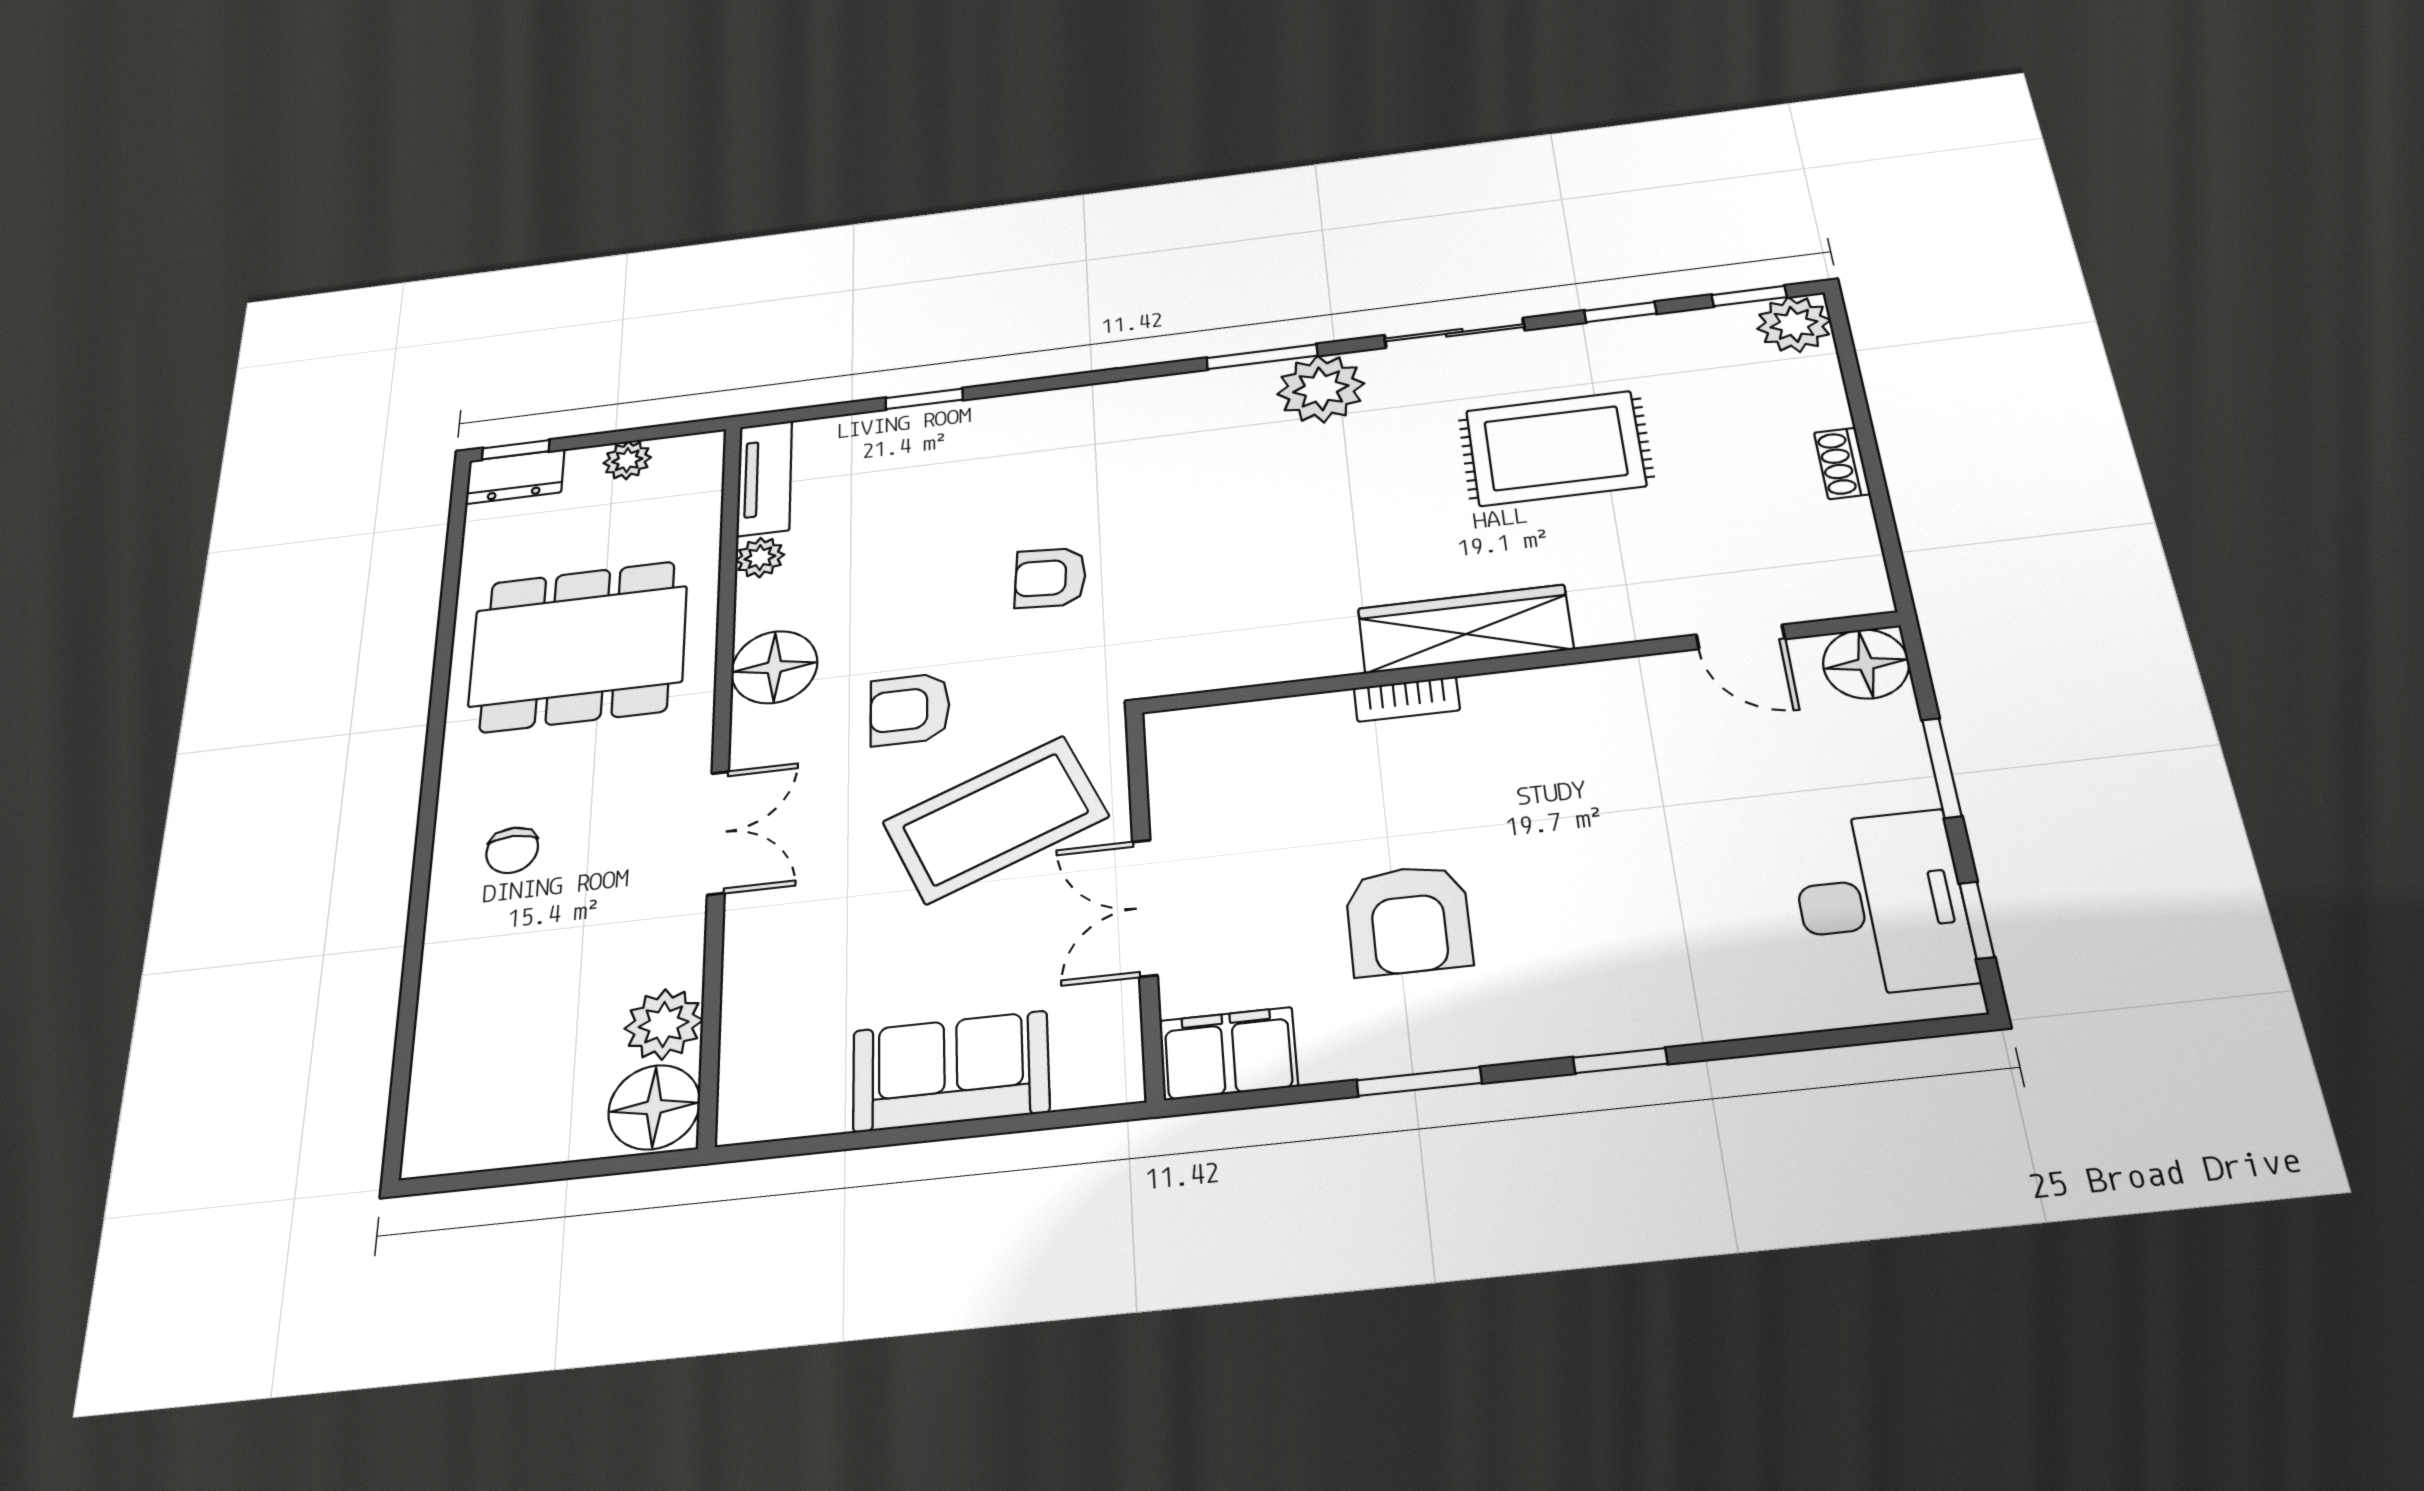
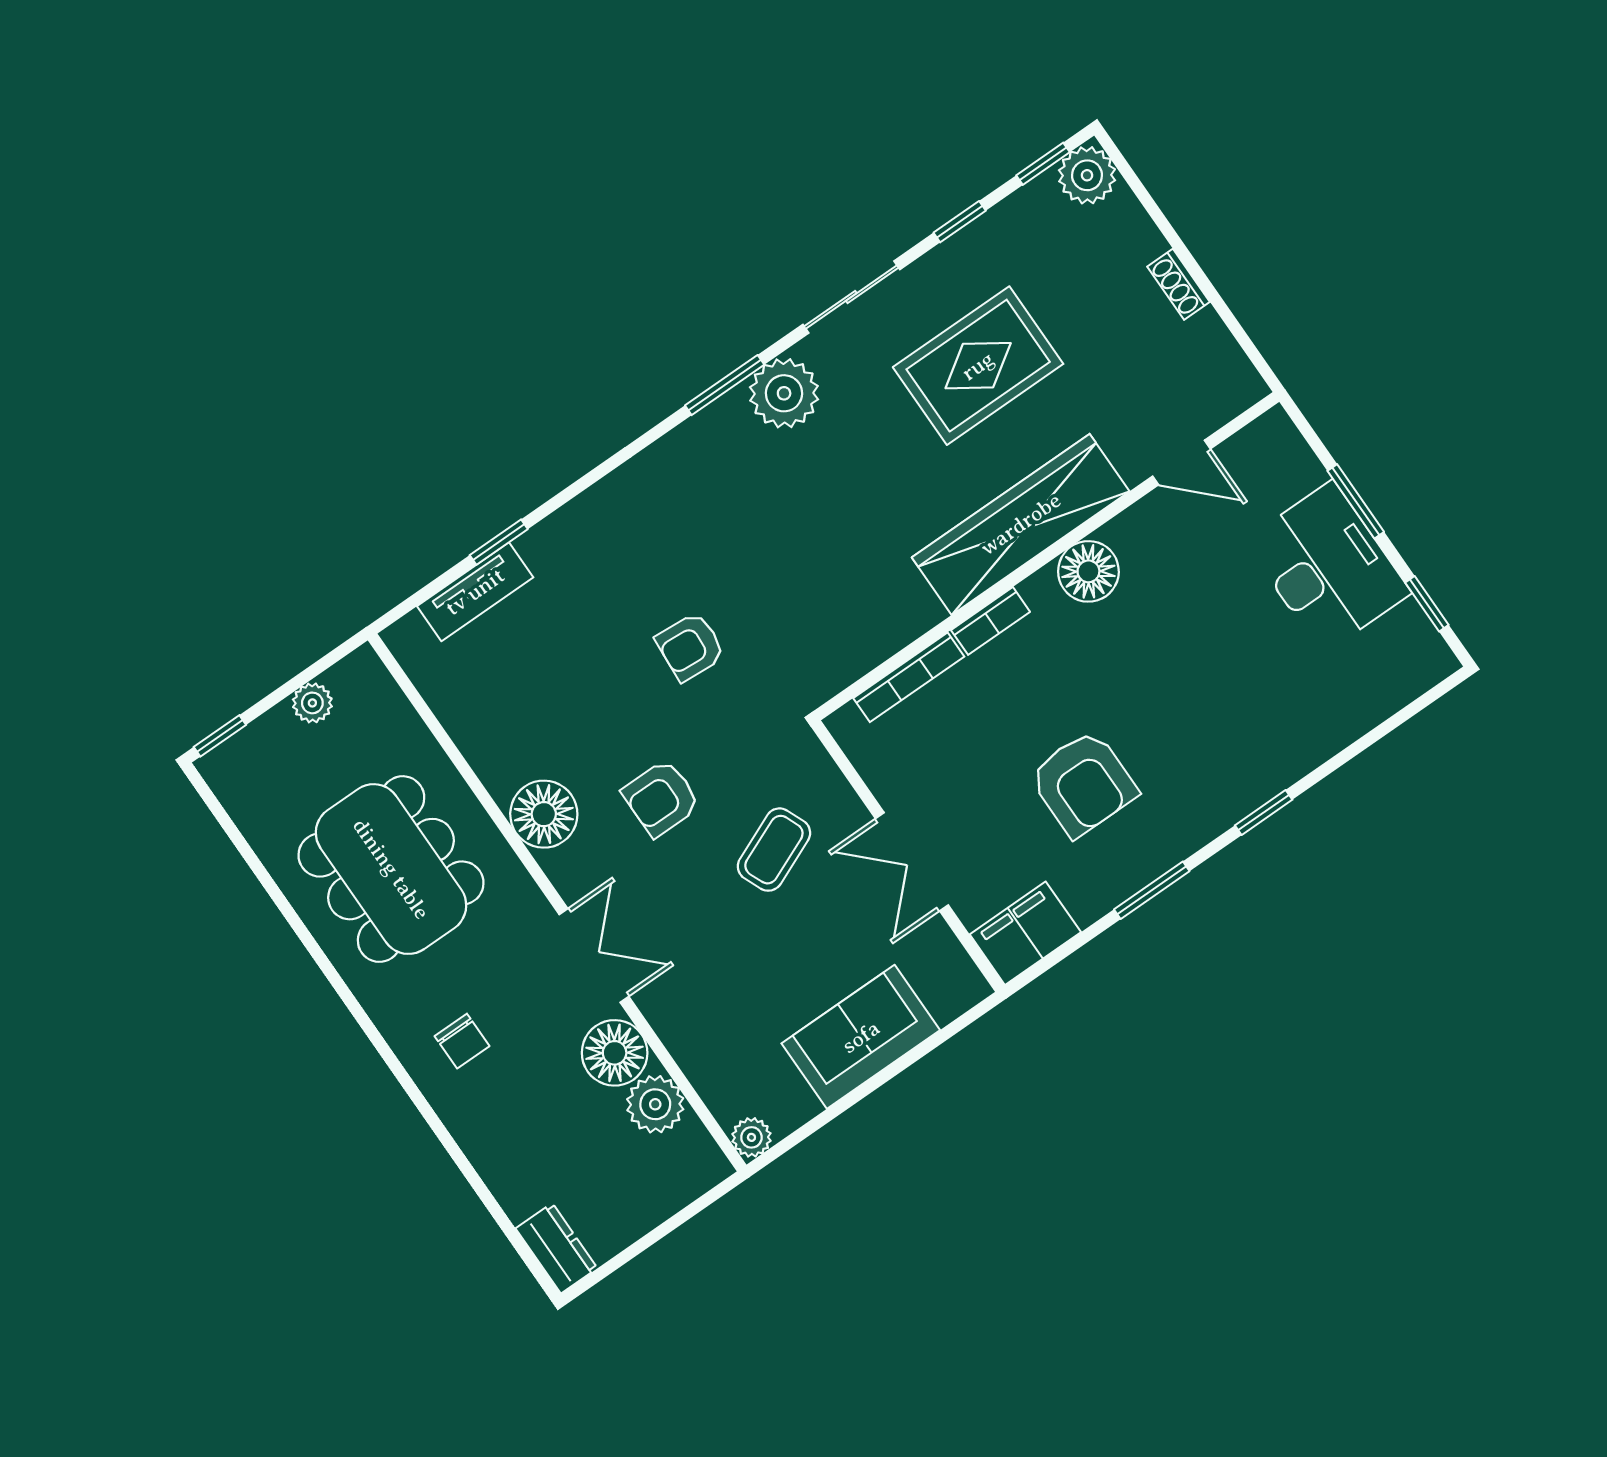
dresser: (515, 477) -> (557, 1248), moved, turned -90
tv unit: (764, 478) -> (475, 592), moved, turned 90
plant: (760, 558) -> (751, 1137), moved
wardrobe: (1465, 629) -> (1021, 524), width x1.40, depth x1.17
dining table: (578, 646) -> (391, 869), turned 90
floor lamp: (1866, 664) -> (1088, 571), moved
bookcase: (1273, 714) -> (909, 677), added
coffee table: (995, 819) -> (774, 850), width x0.54, depth x0.58
desk: (1881, 903) -> (1328, 567), moved
floor lamp: (654, 1107) -> (615, 1053), moved

